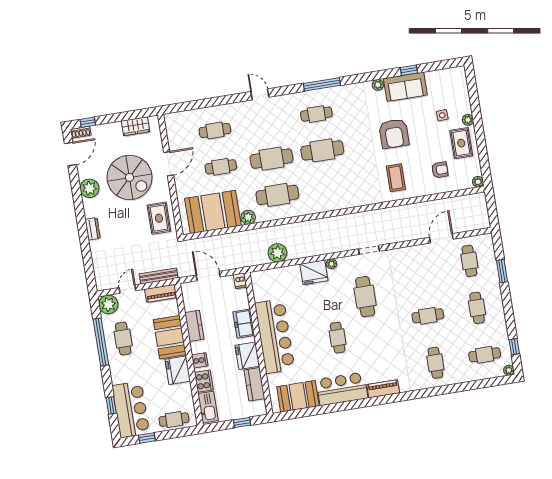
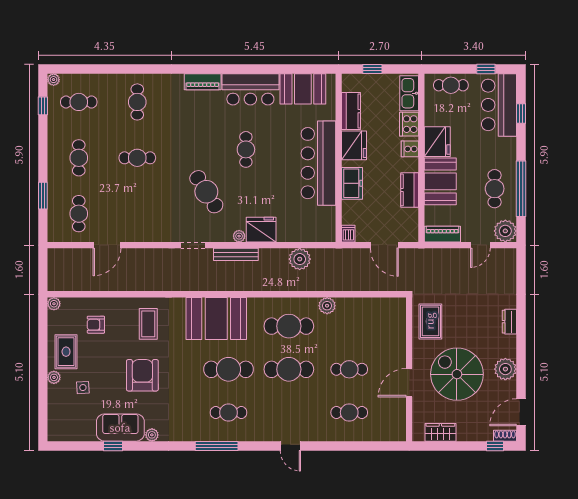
booth: (213, 212) -> (216, 318), moved
bench: (159, 276) -> (236, 254), moved
cafe table: (365, 297) -> (206, 192), turned -32

